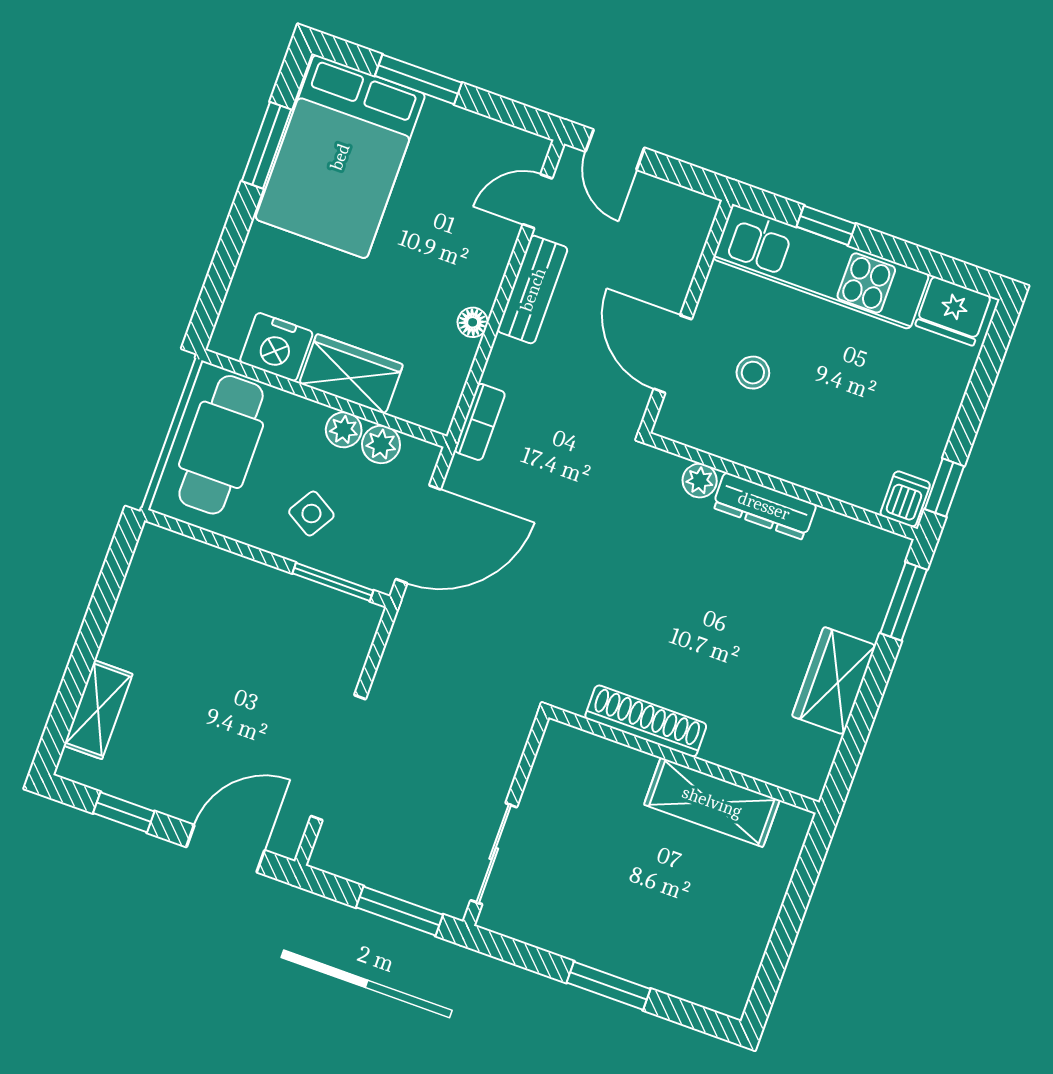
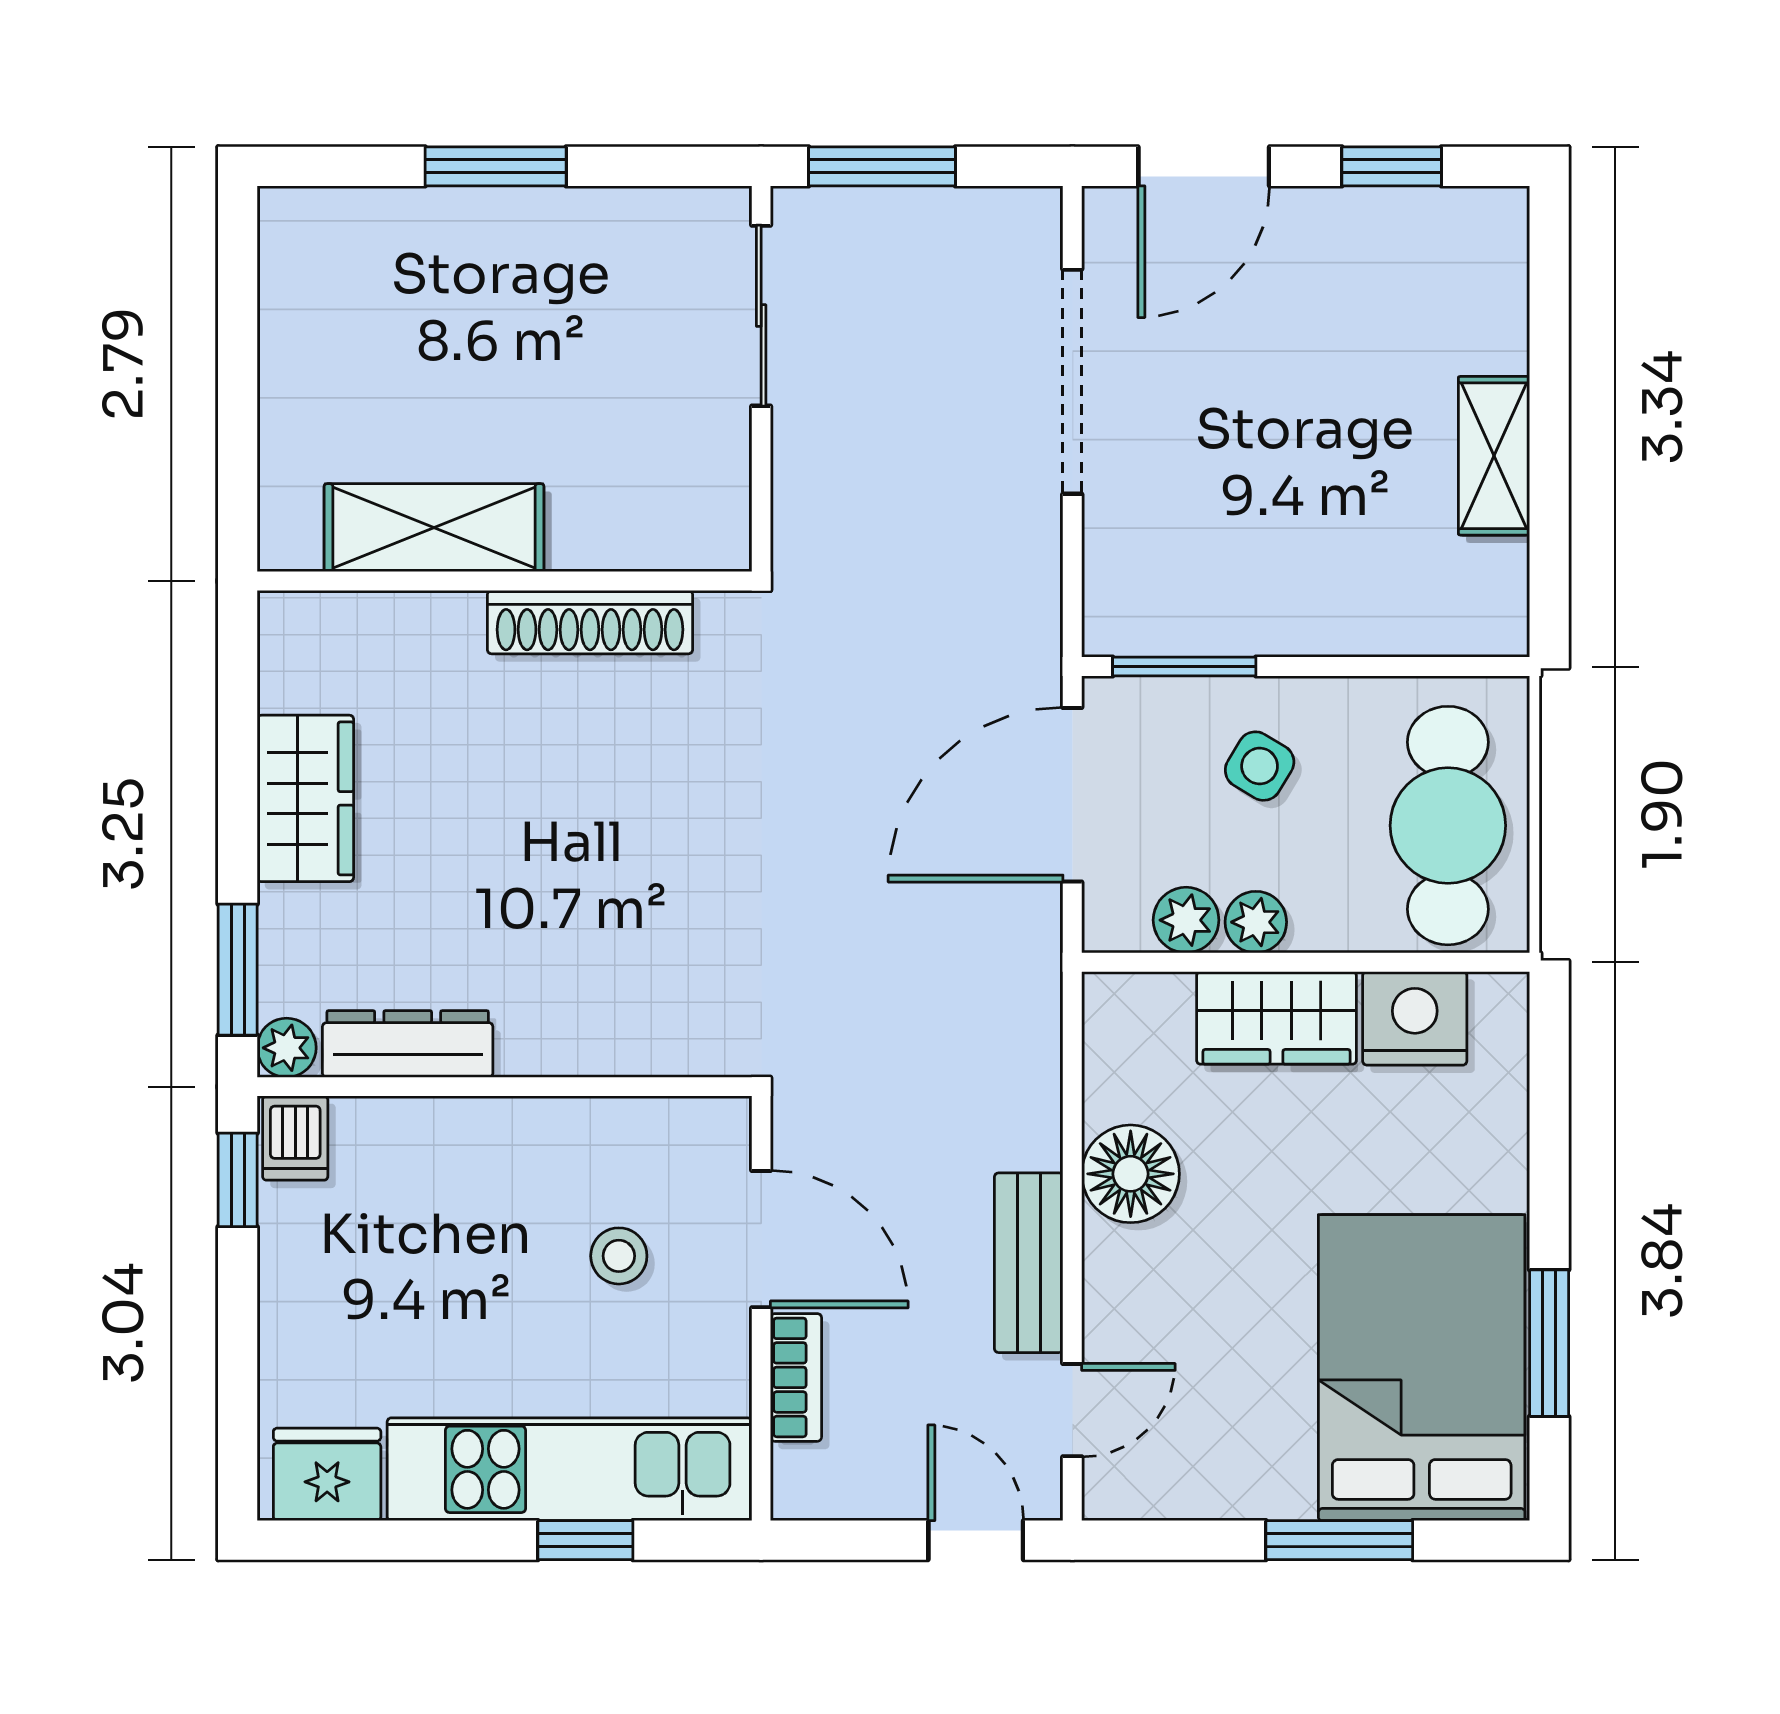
floor lamp: (473, 322) -> (1131, 1174), width x1.89, depth x1.89
bookcase: (480, 422) -> (796, 1377), moved, turned 180
plant: (700, 481) -> (287, 1048), moved
dresser: (764, 506) -> (408, 1044), moved
shelving: (98, 710) -> (1494, 456), moved

